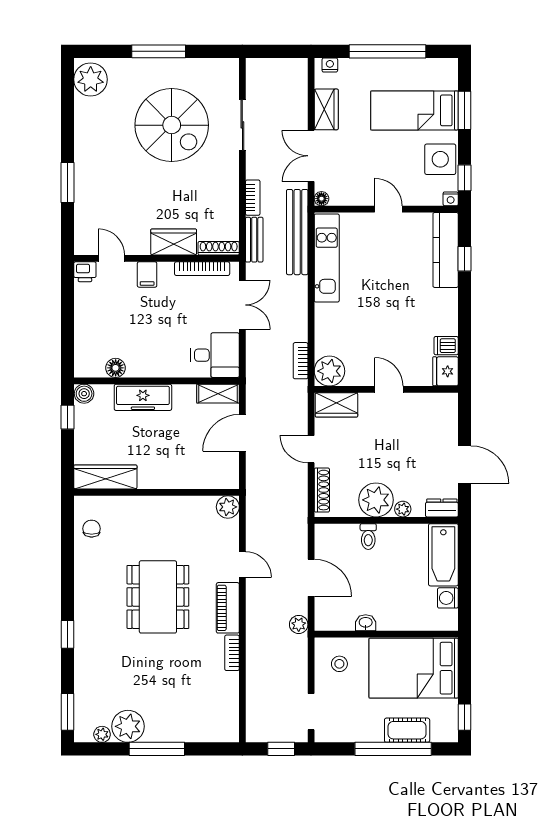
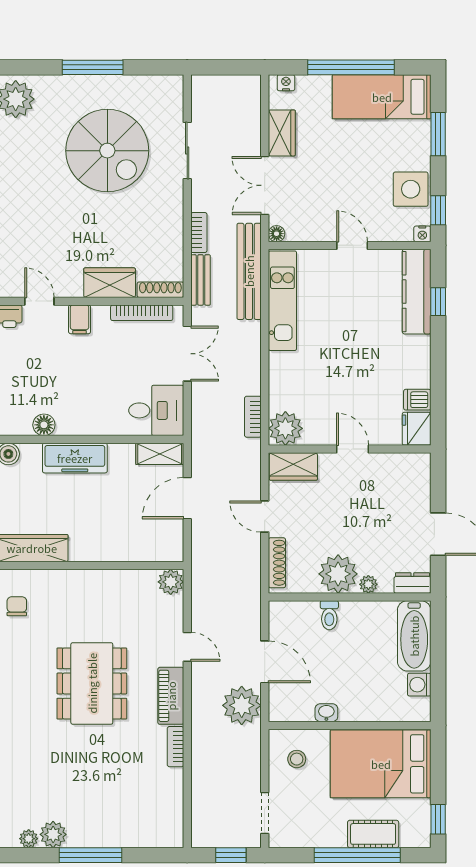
bed: (414, 110) -> (382, 97), moved
plant: (299, 624) -> (242, 705), width x1.88, depth x1.88
plant: (128, 726) -> (53, 834), width x0.73, depth x0.73

